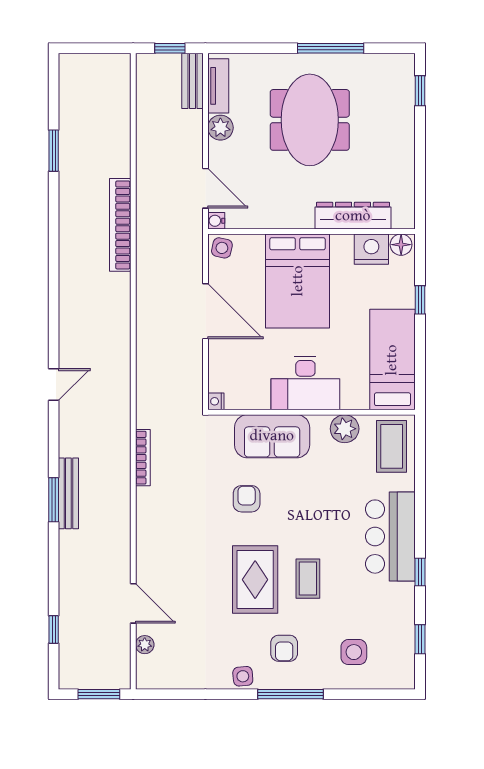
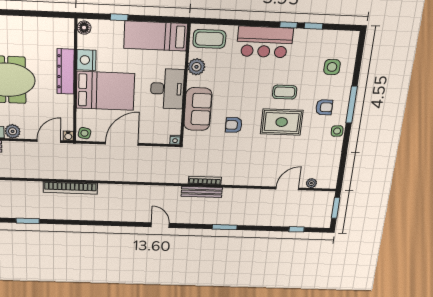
dresser: (353, 216) -> (65, 72), moved
nightstand: (371, 249) -> (86, 60), moved
bench: (68, 493) -> (202, 192), moved
window: (420, 639) -> (314, 26), moved

